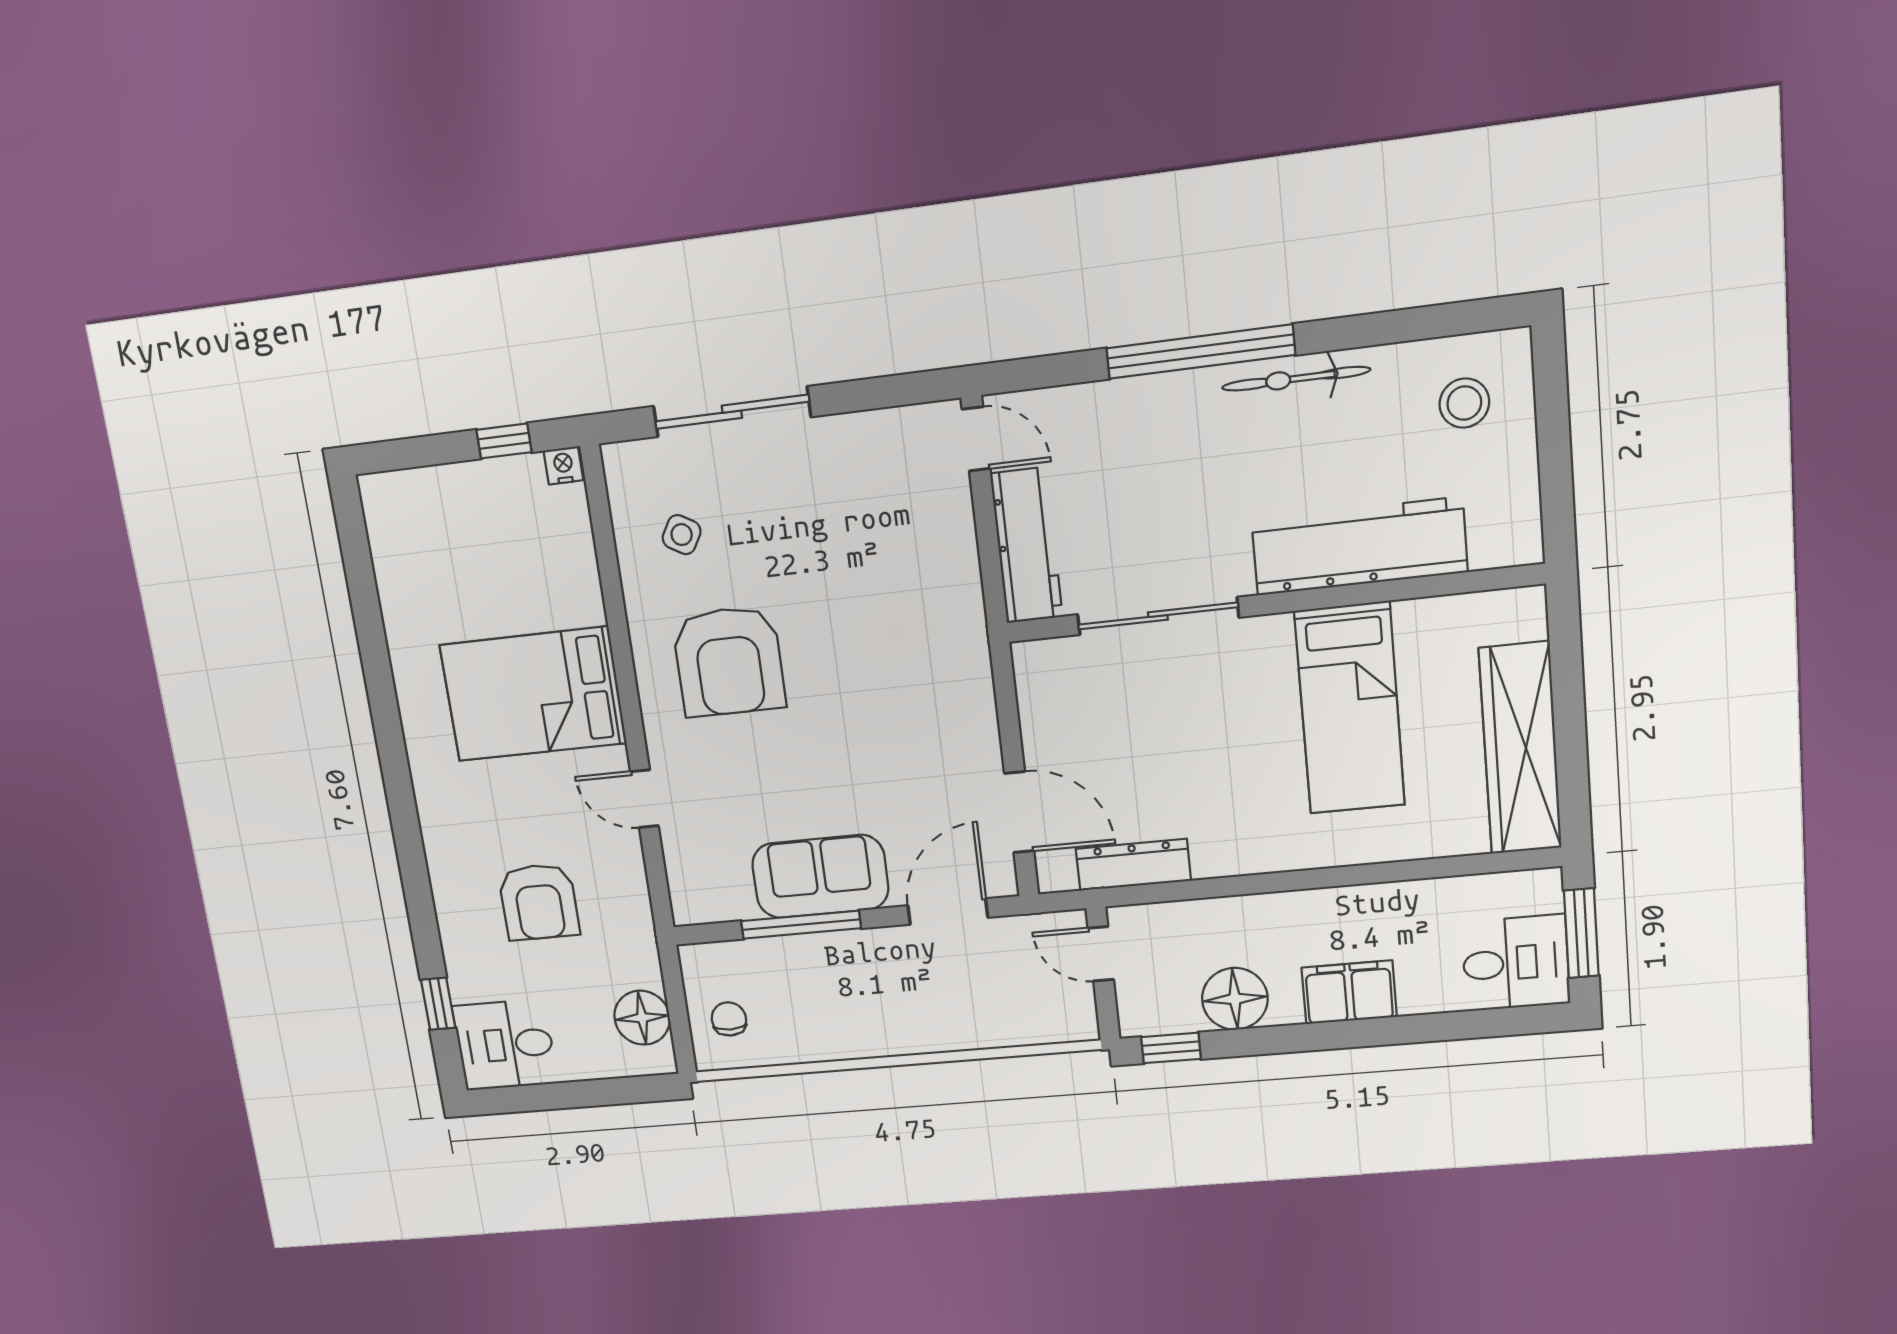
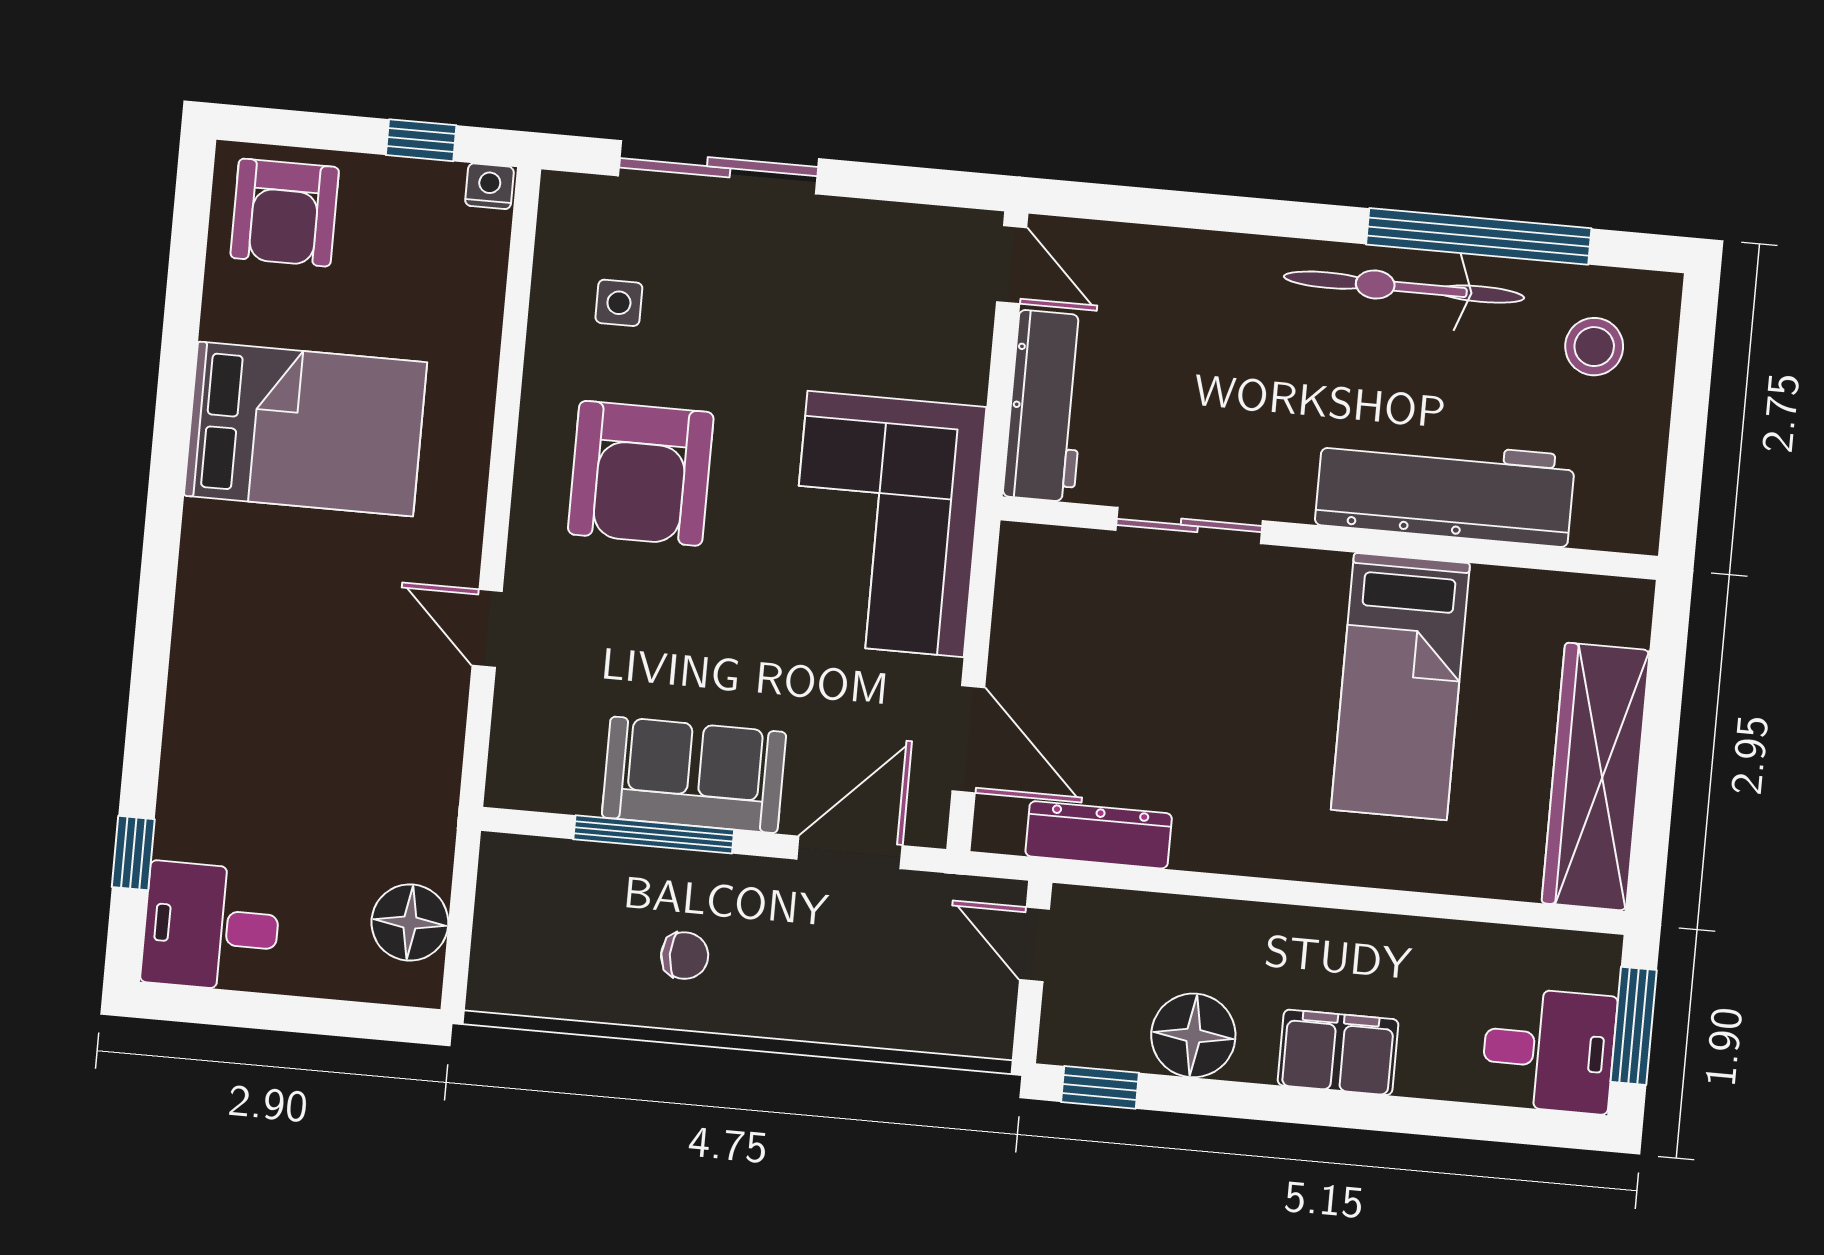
window: (1200, 352) -> (1479, 236), moved
bicycle: (1296, 379) -> (1404, 287), width x1.37, depth x1.40
side table: (682, 535) -> (619, 303), turned -30
sliding door: (1158, 616) -> (1189, 525), width x0.73
corner sofa: (922, 662) -> (886, 524), added
bed: (533, 694) -> (305, 429), moved, turned 180
armchair: (539, 902) -> (285, 213), moved
chair: (729, 1019) -> (685, 956), moved, turned 90

